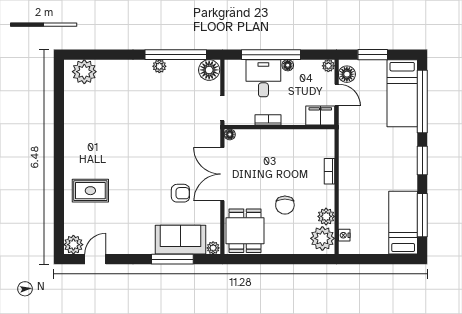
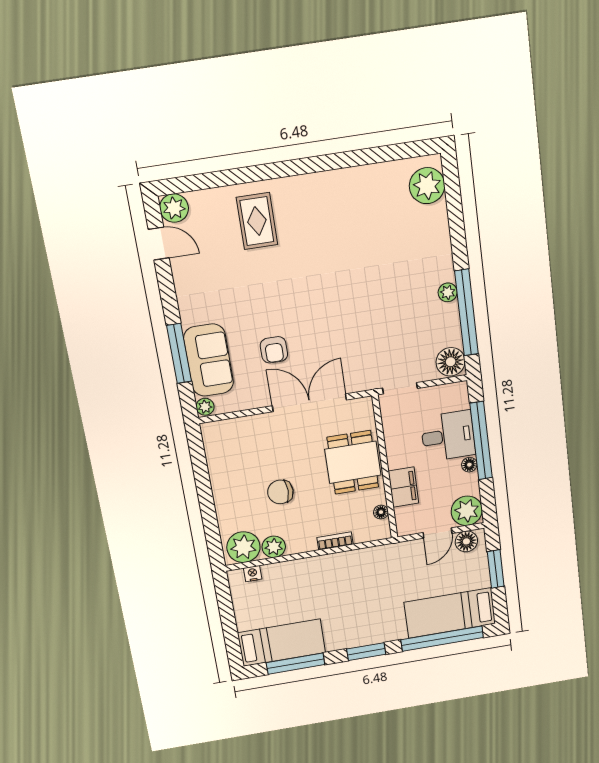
plant: (328, 66) -> (467, 511), width x1.88, depth x1.88
filing cabinet: (320, 116) -> (403, 487), moved
bookcase: (268, 120) -> (393, 451), removed
floor lamp: (230, 134) -> (381, 512), moved
dining table: (245, 231) -> (353, 462), moved, turned 90

